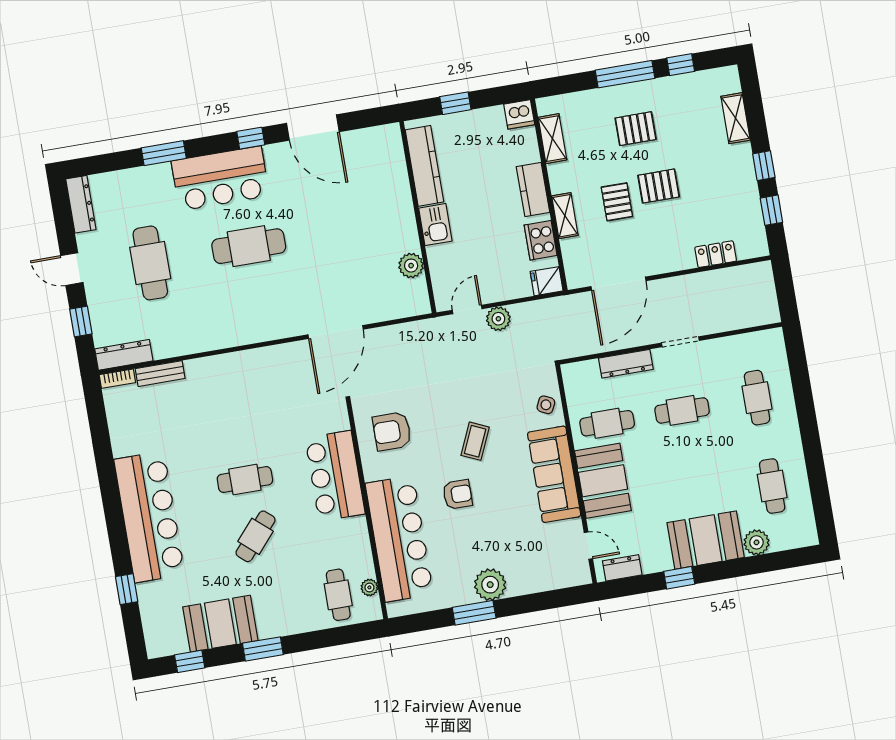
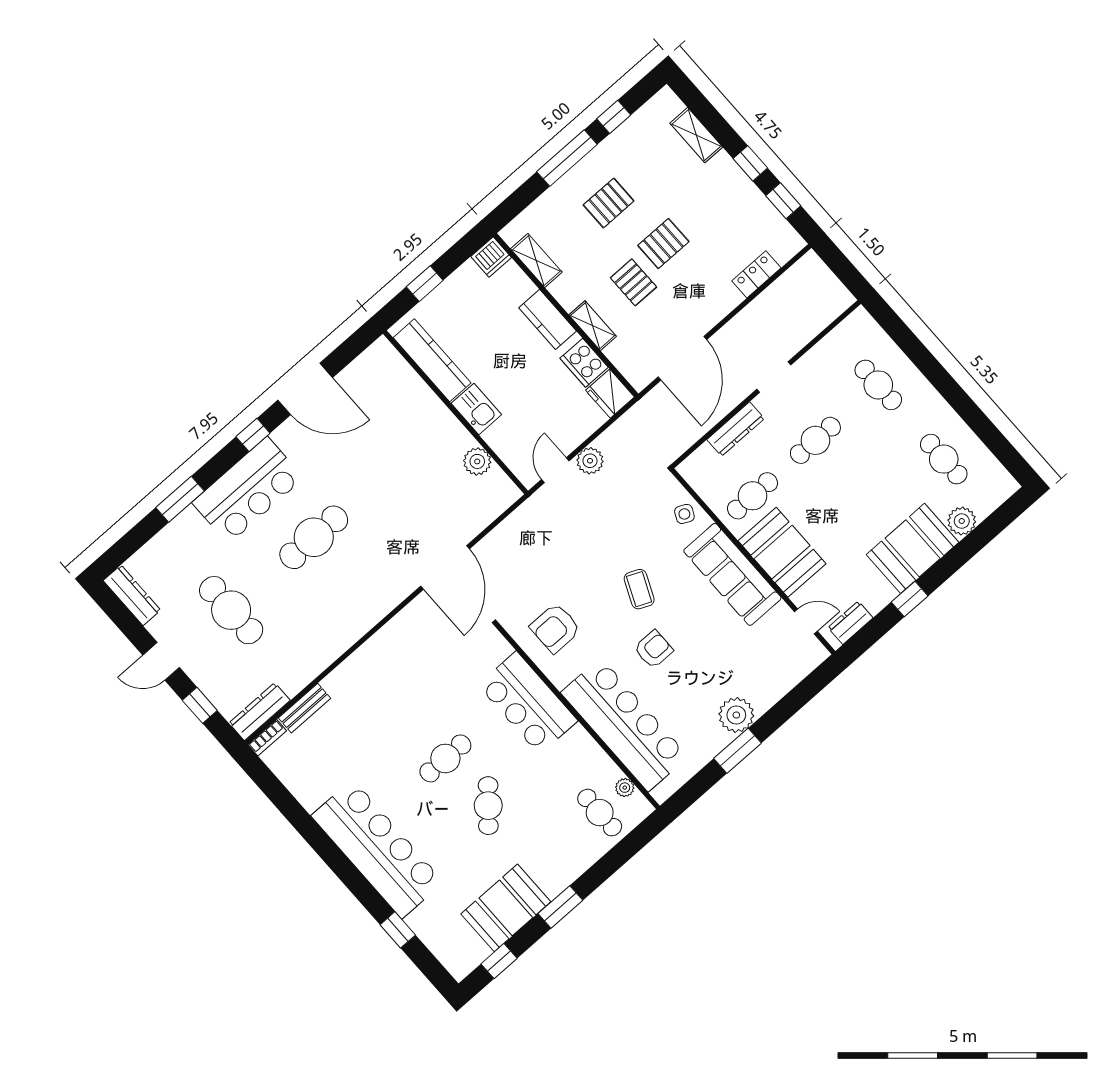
fridge: (547, 281) -> (610, 394), width x1.38

